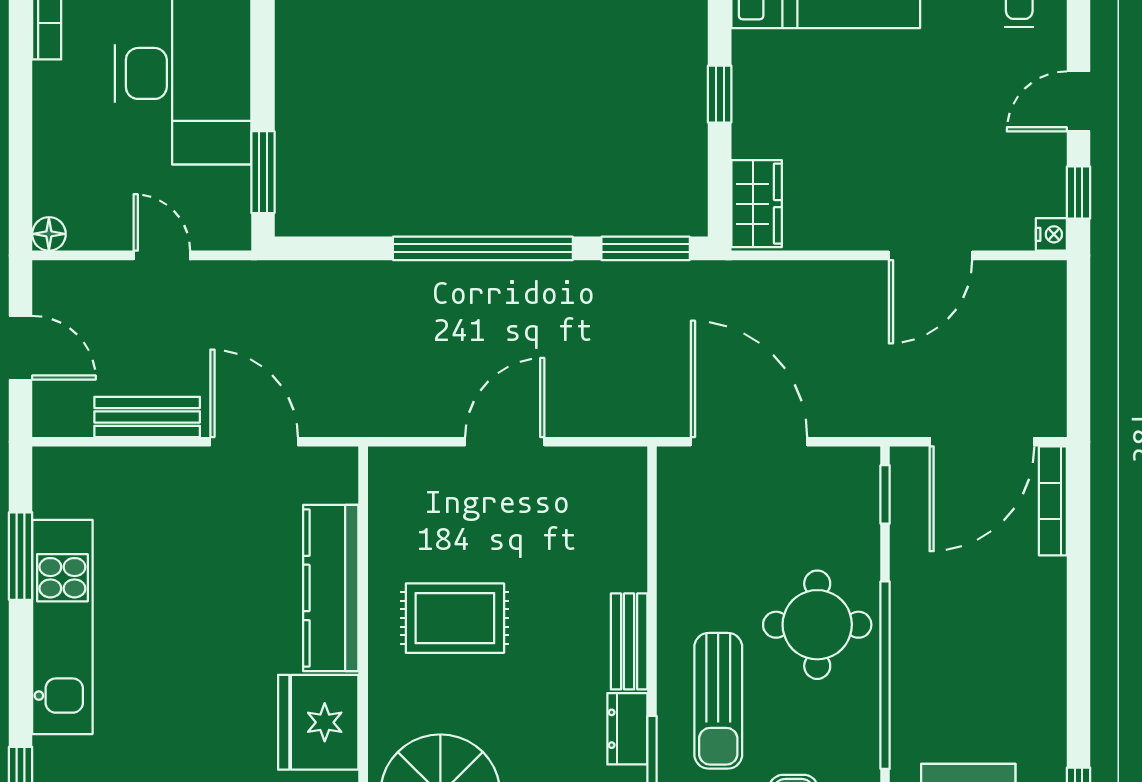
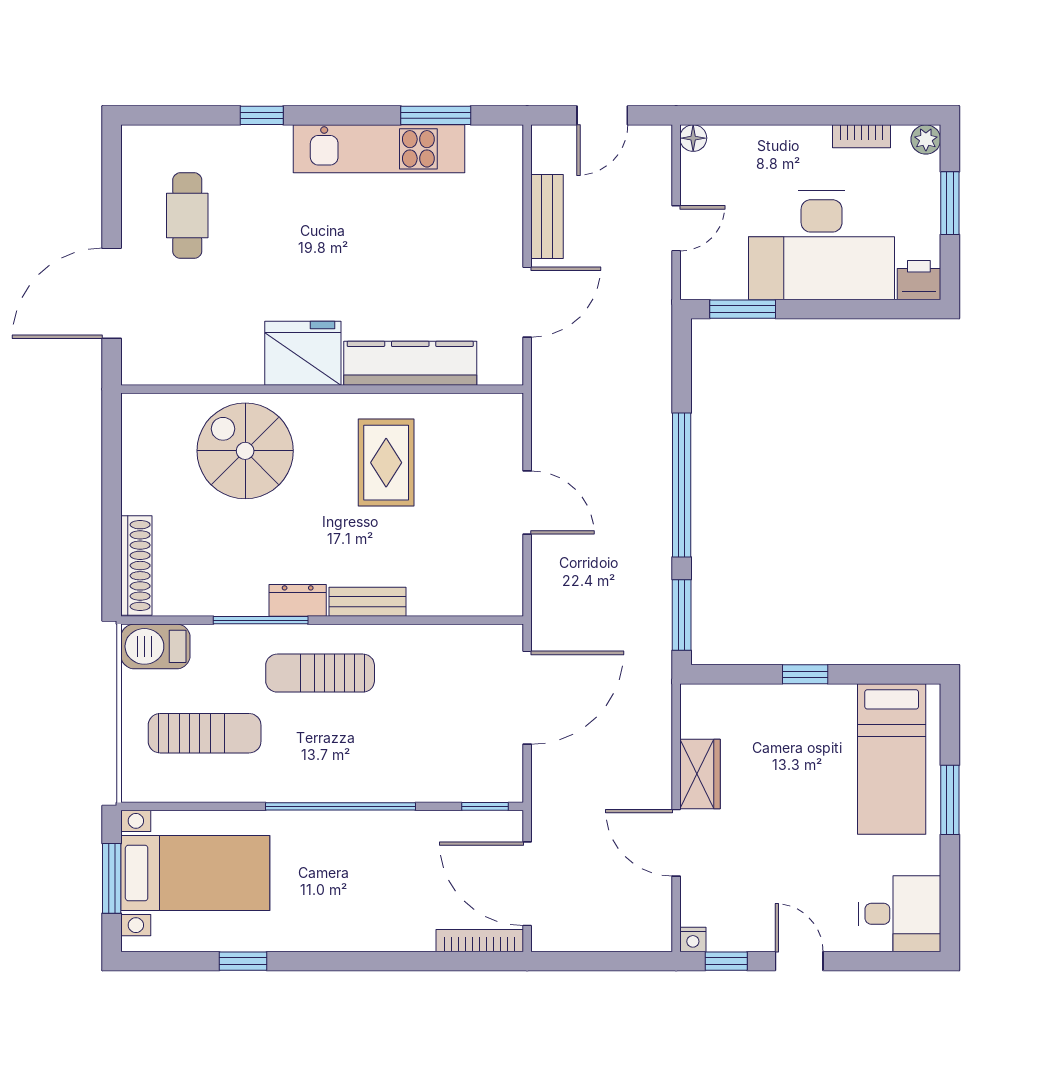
wardrobe: (757, 204) -> (700, 774), moved, turned -90
round table: (817, 625) -> (381, 752), removed

